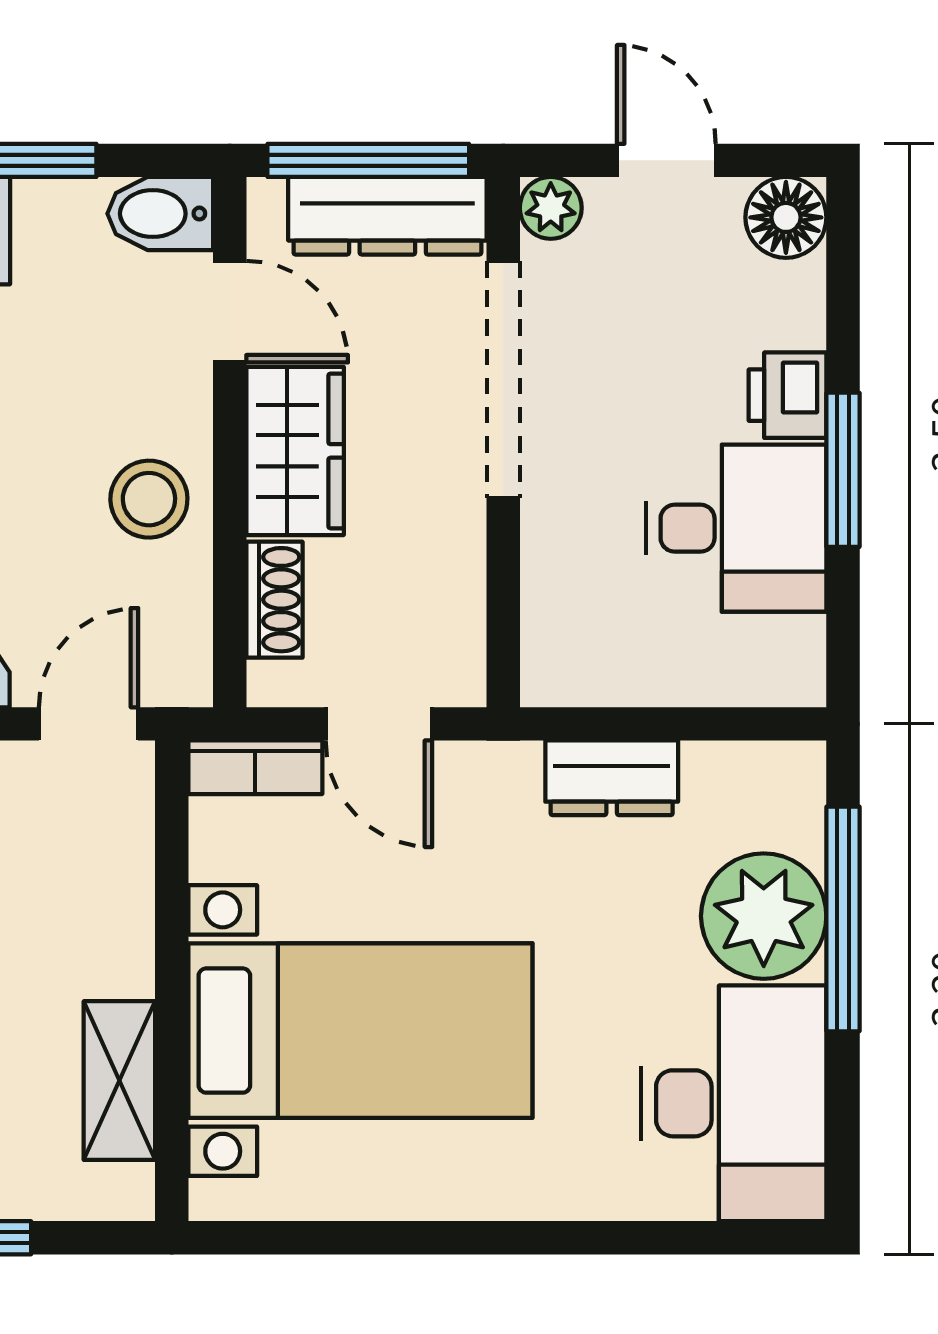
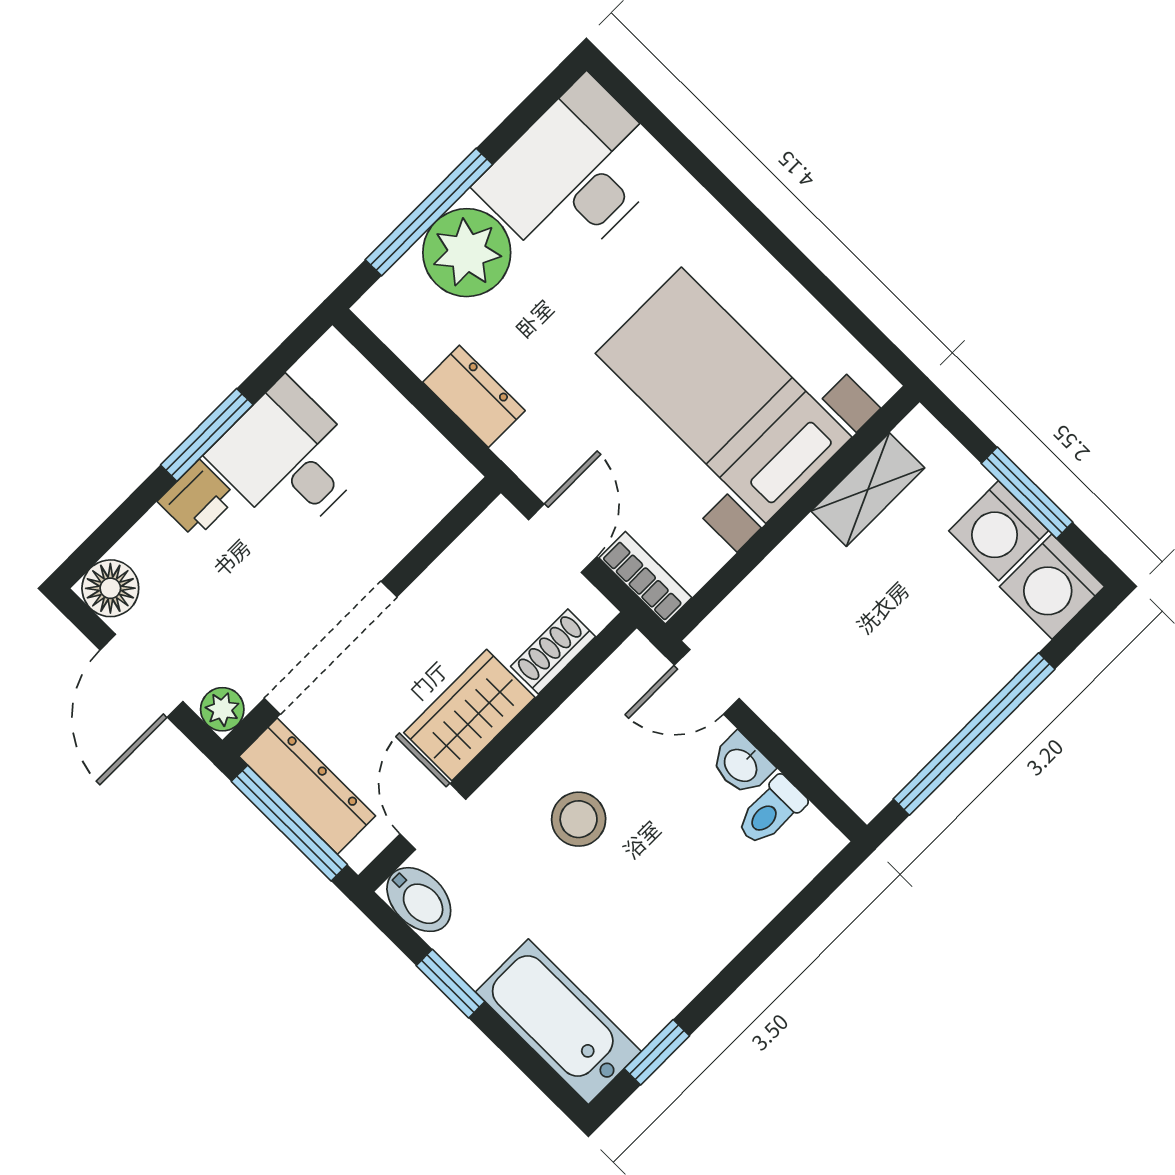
door: (666, 160) -> (141, 676), width x1.38
stool: (149, 499) -> (579, 819), moved

